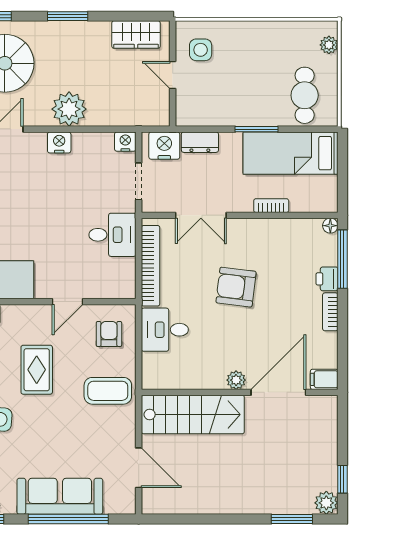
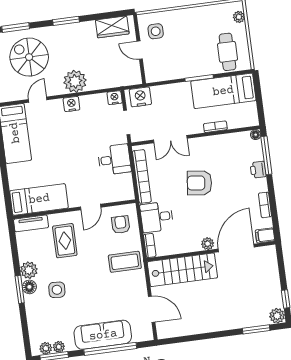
dresser: (200, 142) -> (163, 92), removed
bookcase: (330, 312) -> (265, 205), moved
rug: (37, 370) -> (65, 241), moved
bookcase: (149, 371) -> (150, 245), added

